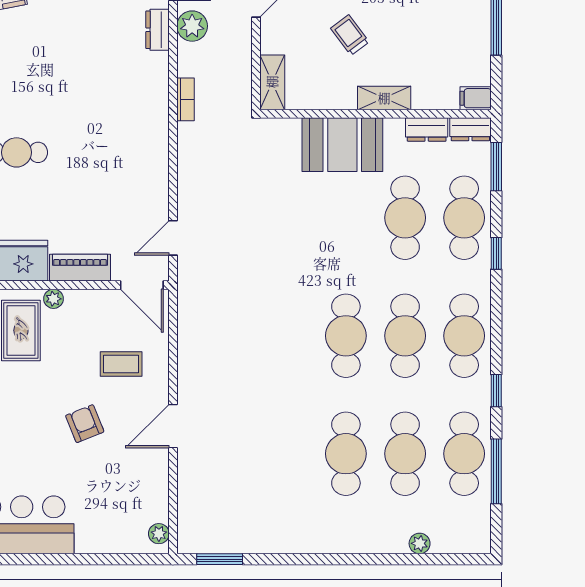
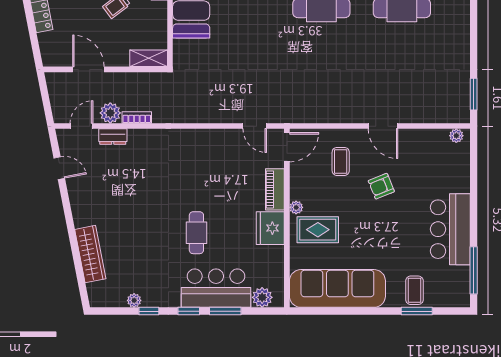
bookcase: (185, 99) -> (137, 118), moved

